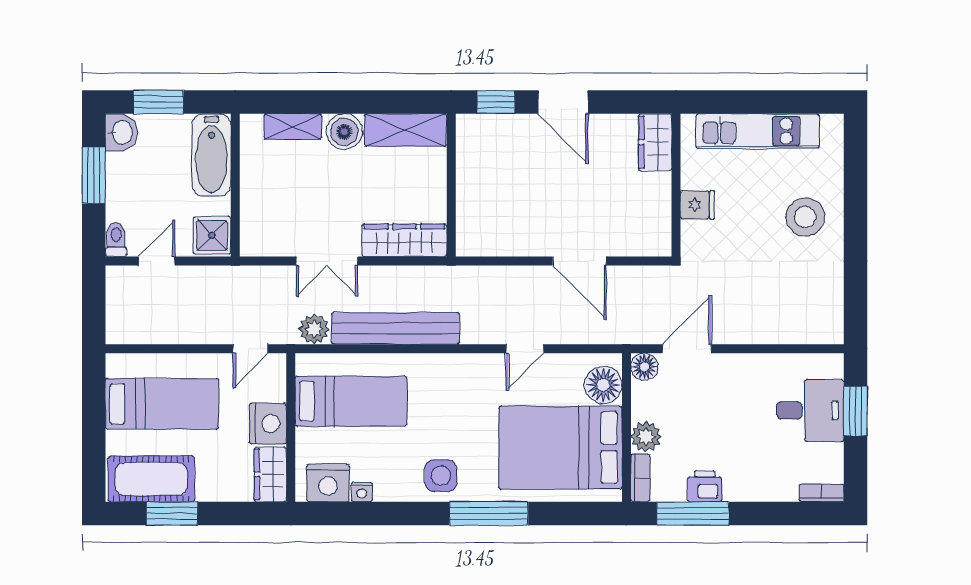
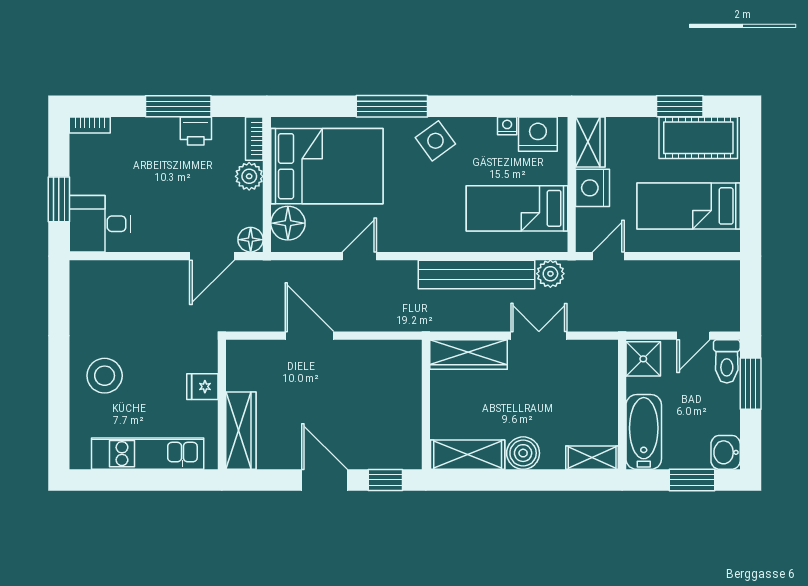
shelving: (293, 127) -> (592, 458), moved
wardrobe: (655, 142) -> (241, 431), width x1.50
window: (94, 175) -> (751, 384), moved
toilet: (116, 239) -> (727, 361), width x1.37, depth x1.39
desk: (810, 411) -> (100, 224), moved
side table: (441, 476) -> (435, 141), turned -36
window: (693, 514) -> (178, 106), moved

